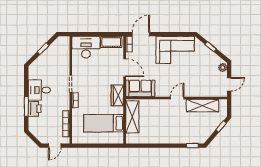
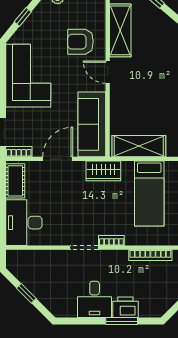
armchair: (196, 81) -> (80, 42), added
sofa: (140, 88) -> (92, 124), width x1.36

